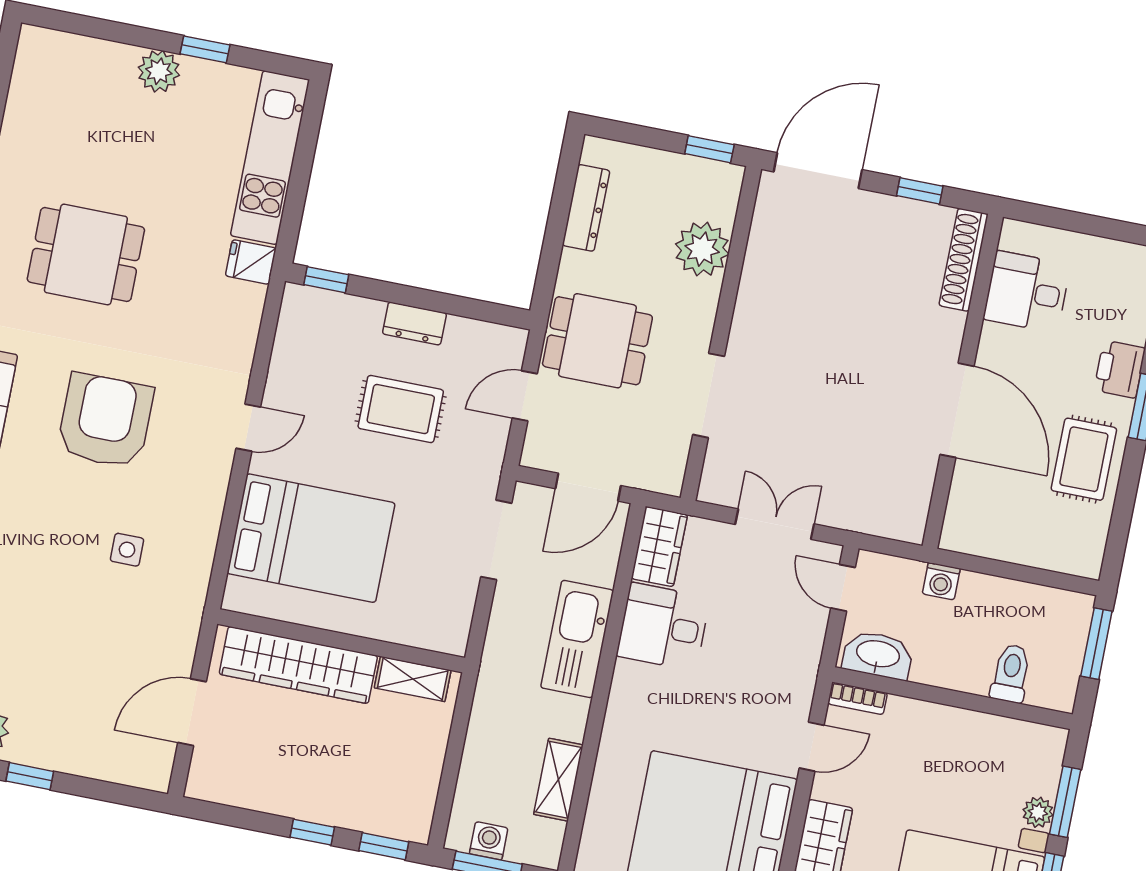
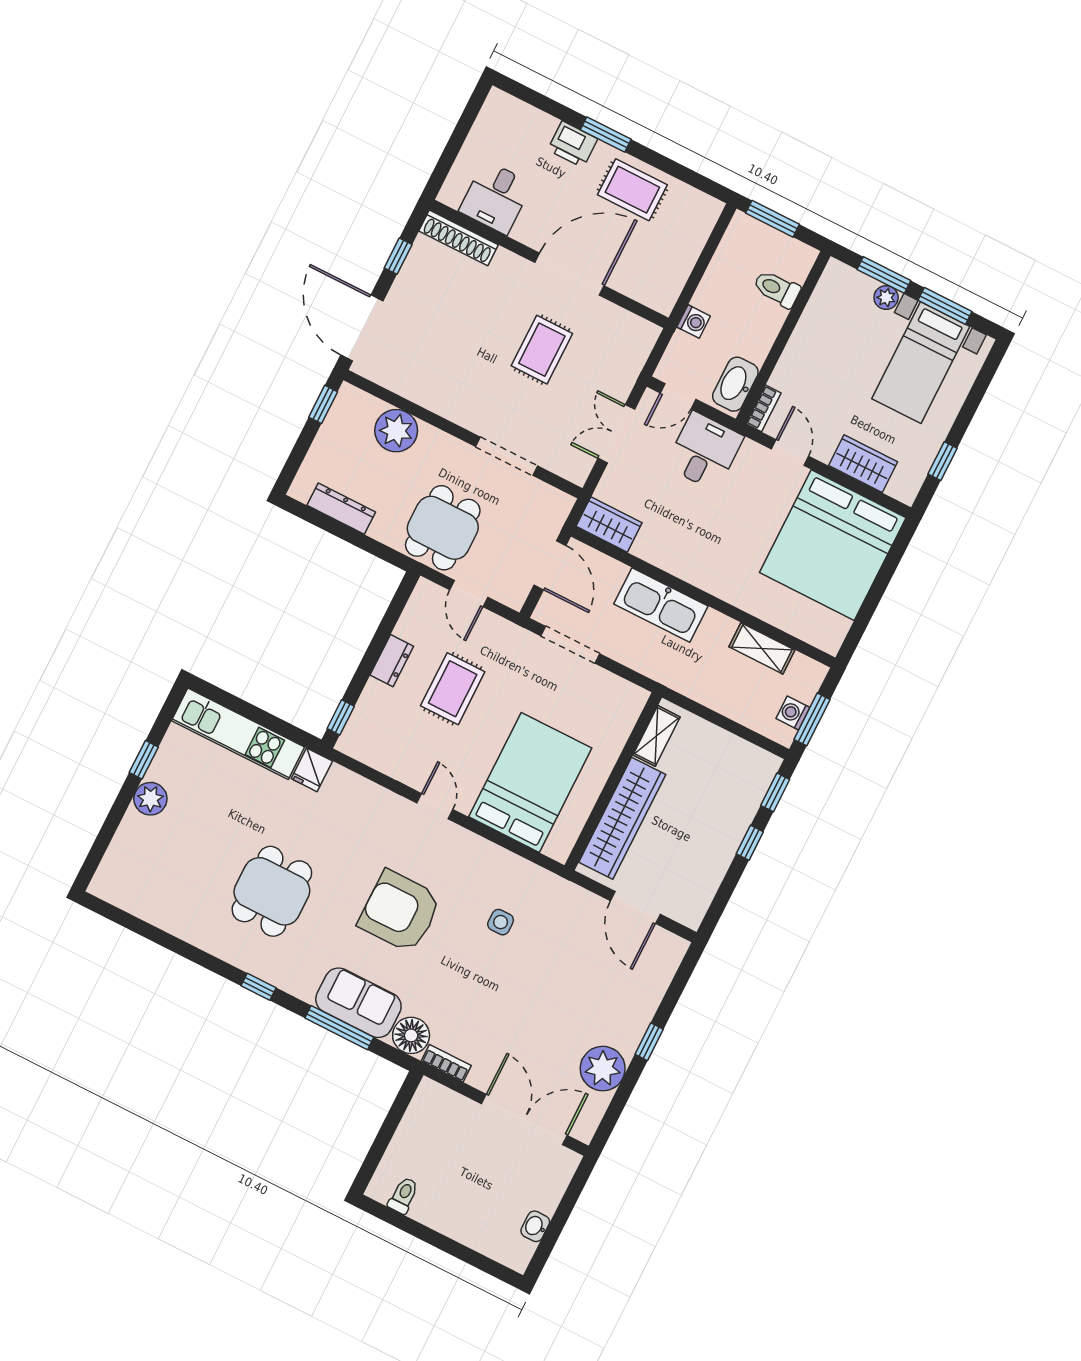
rug: (854, 402) -> (542, 350), added
desk: (663, 627) -> (704, 451), moved, turned 180

